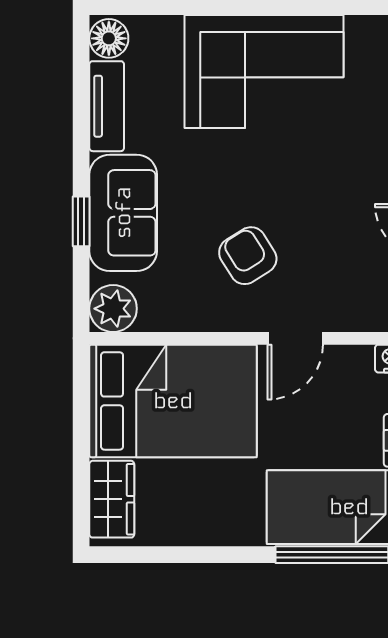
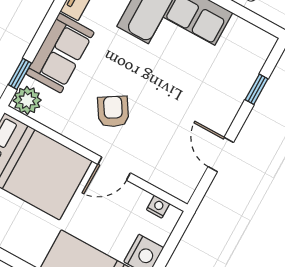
window: (81, 221) -> (20, 74), moved

